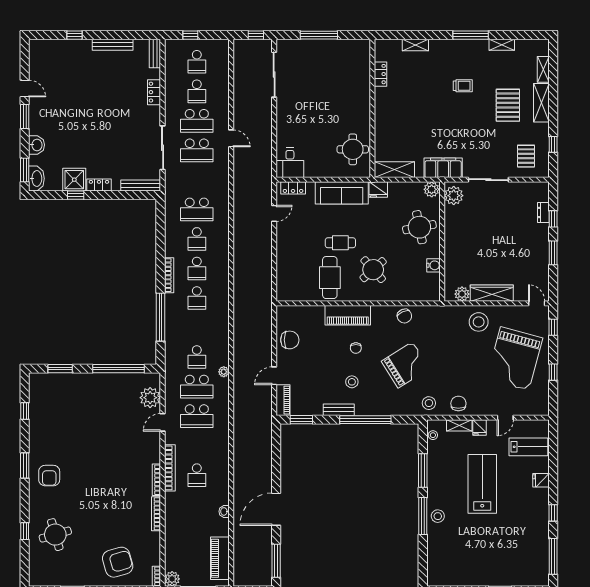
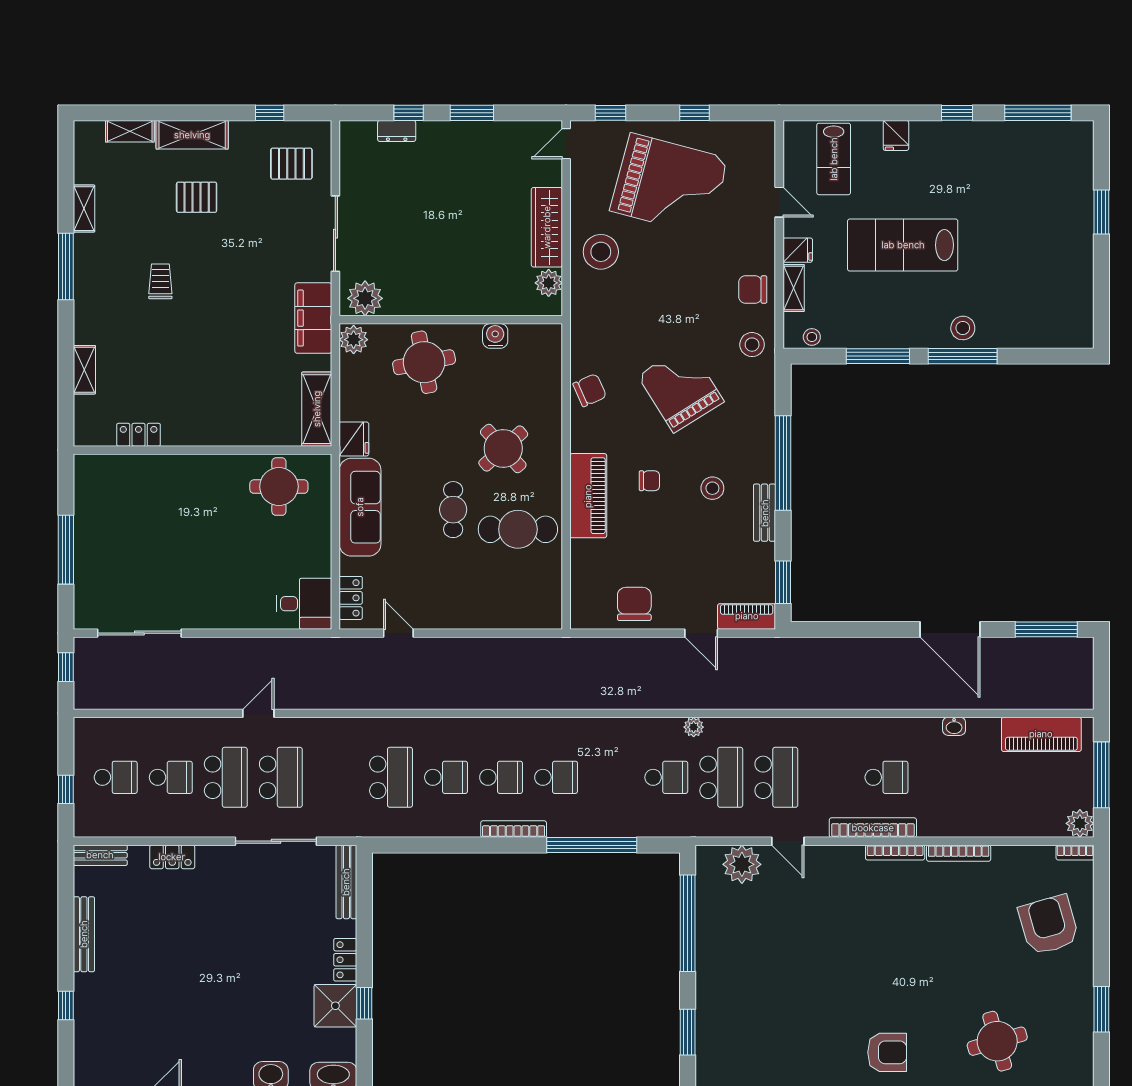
pallet: (508, 105) -> (197, 197), width x0.67, depth x0.71
lab bench: (528, 447) -> (834, 159), turned 180

